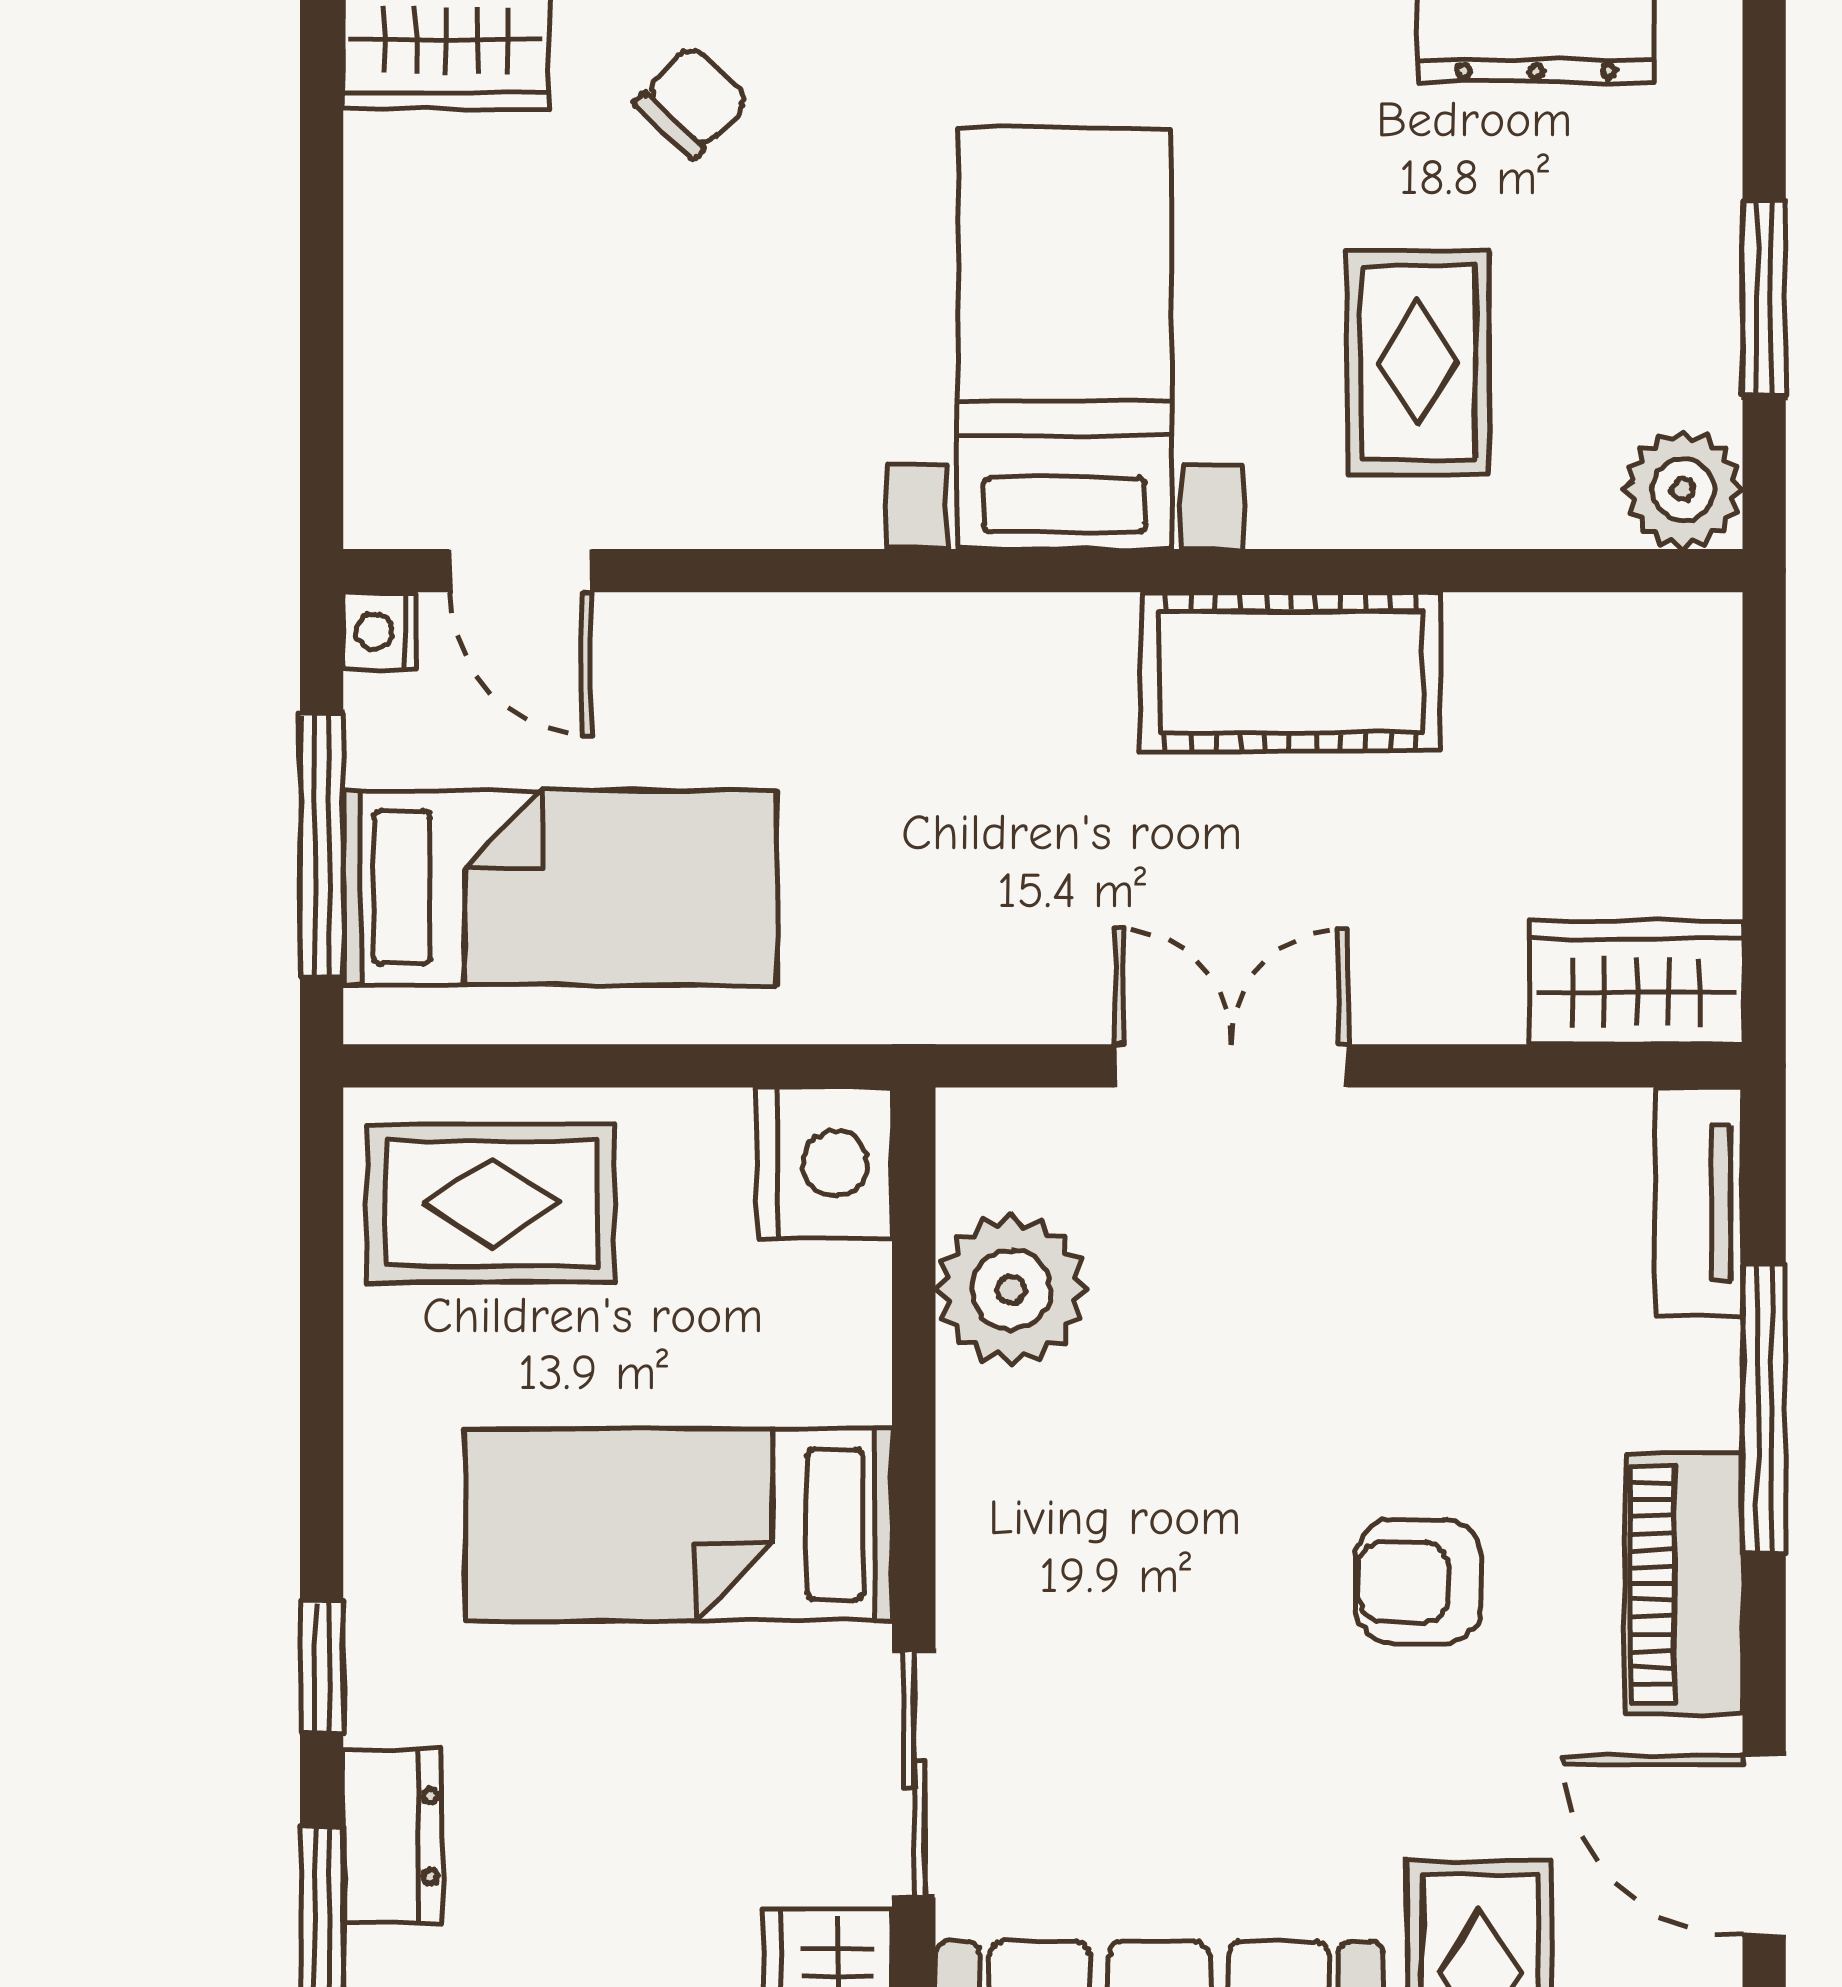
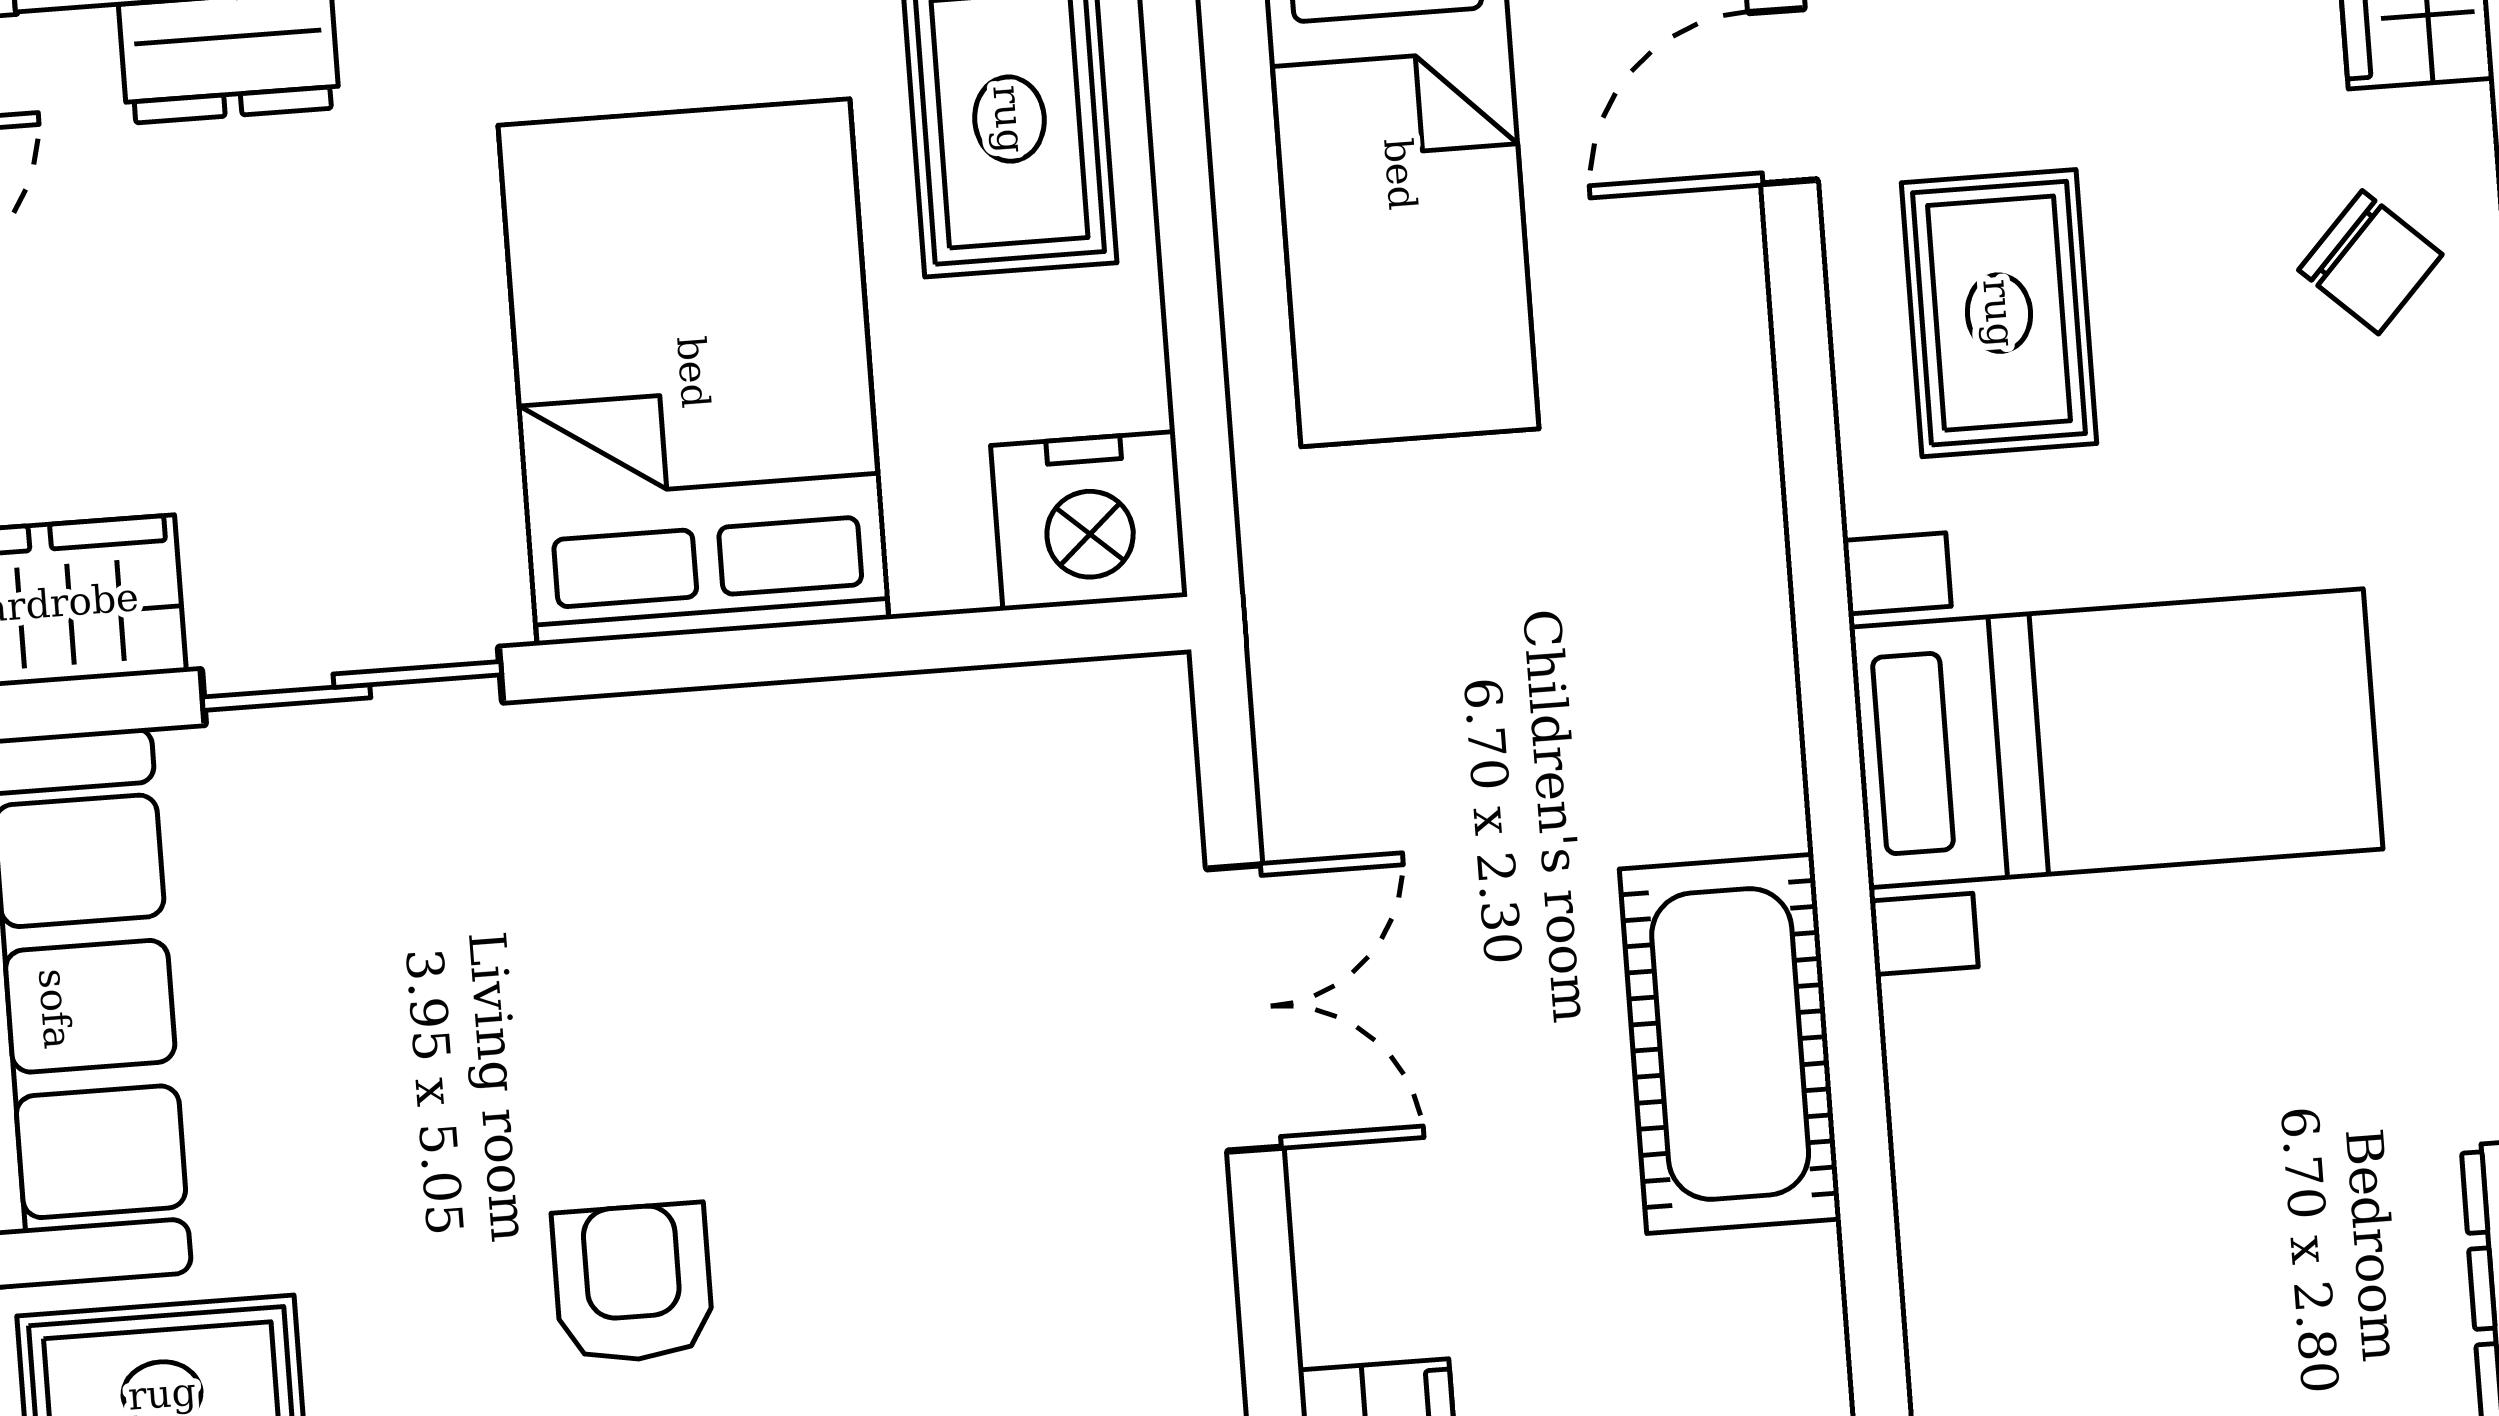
rug: (1418, 362) -> (1999, 313), moved, turned 90
plant: (1011, 1290) -> (952, 760), removed
bed: (679, 1525) -> (693, 372), width x1.50

